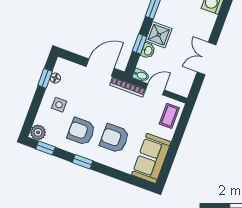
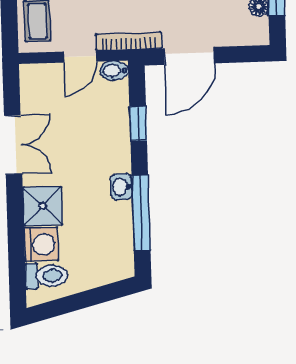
shower: (159, 35) -> (43, 206), moved
washbasin: (148, 51) -> (121, 187), moved

